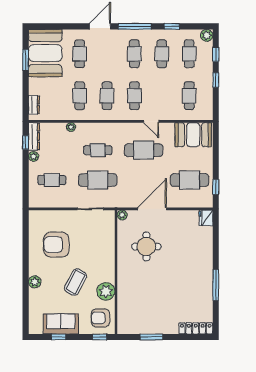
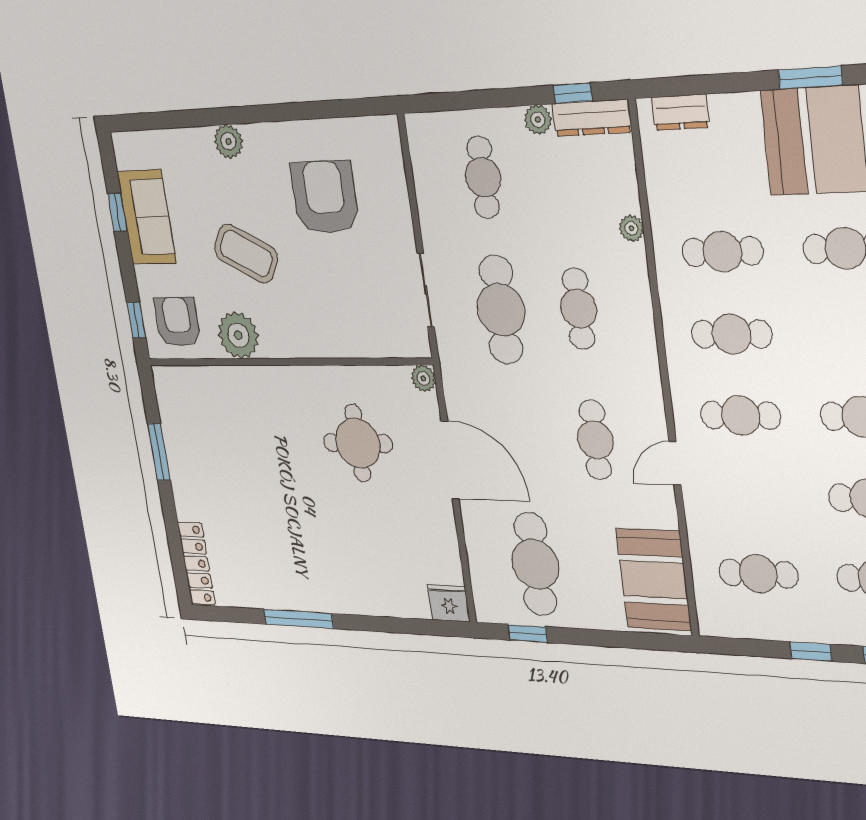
cafe table: (144, 150) -> (595, 440), width x0.73, depth x0.74

